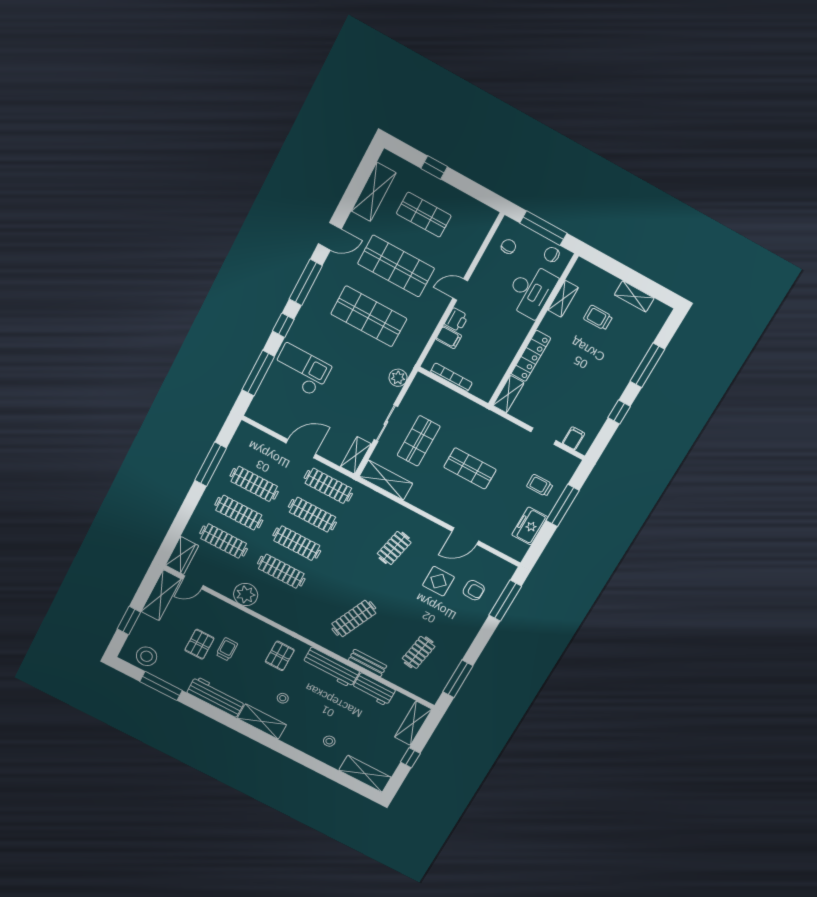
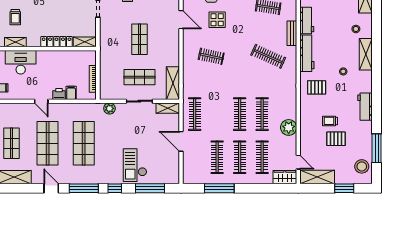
clothes rail: (312, 515) -> (217, 114), removed
workbench: (216, 697) -> (365, 107), width x0.73
shelving: (262, 722) -> (366, 54), moved

